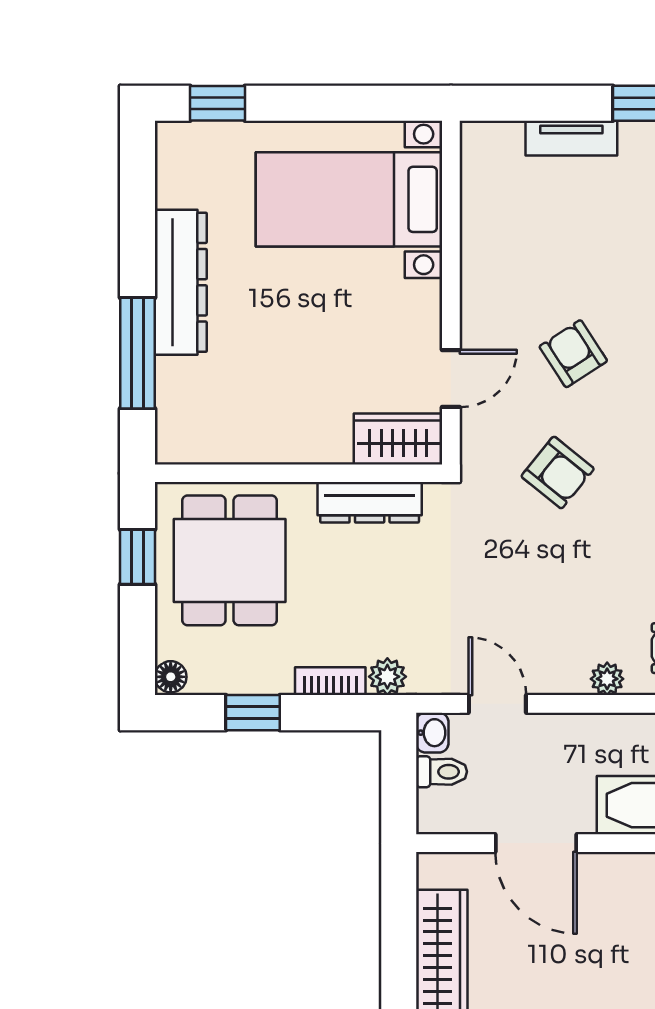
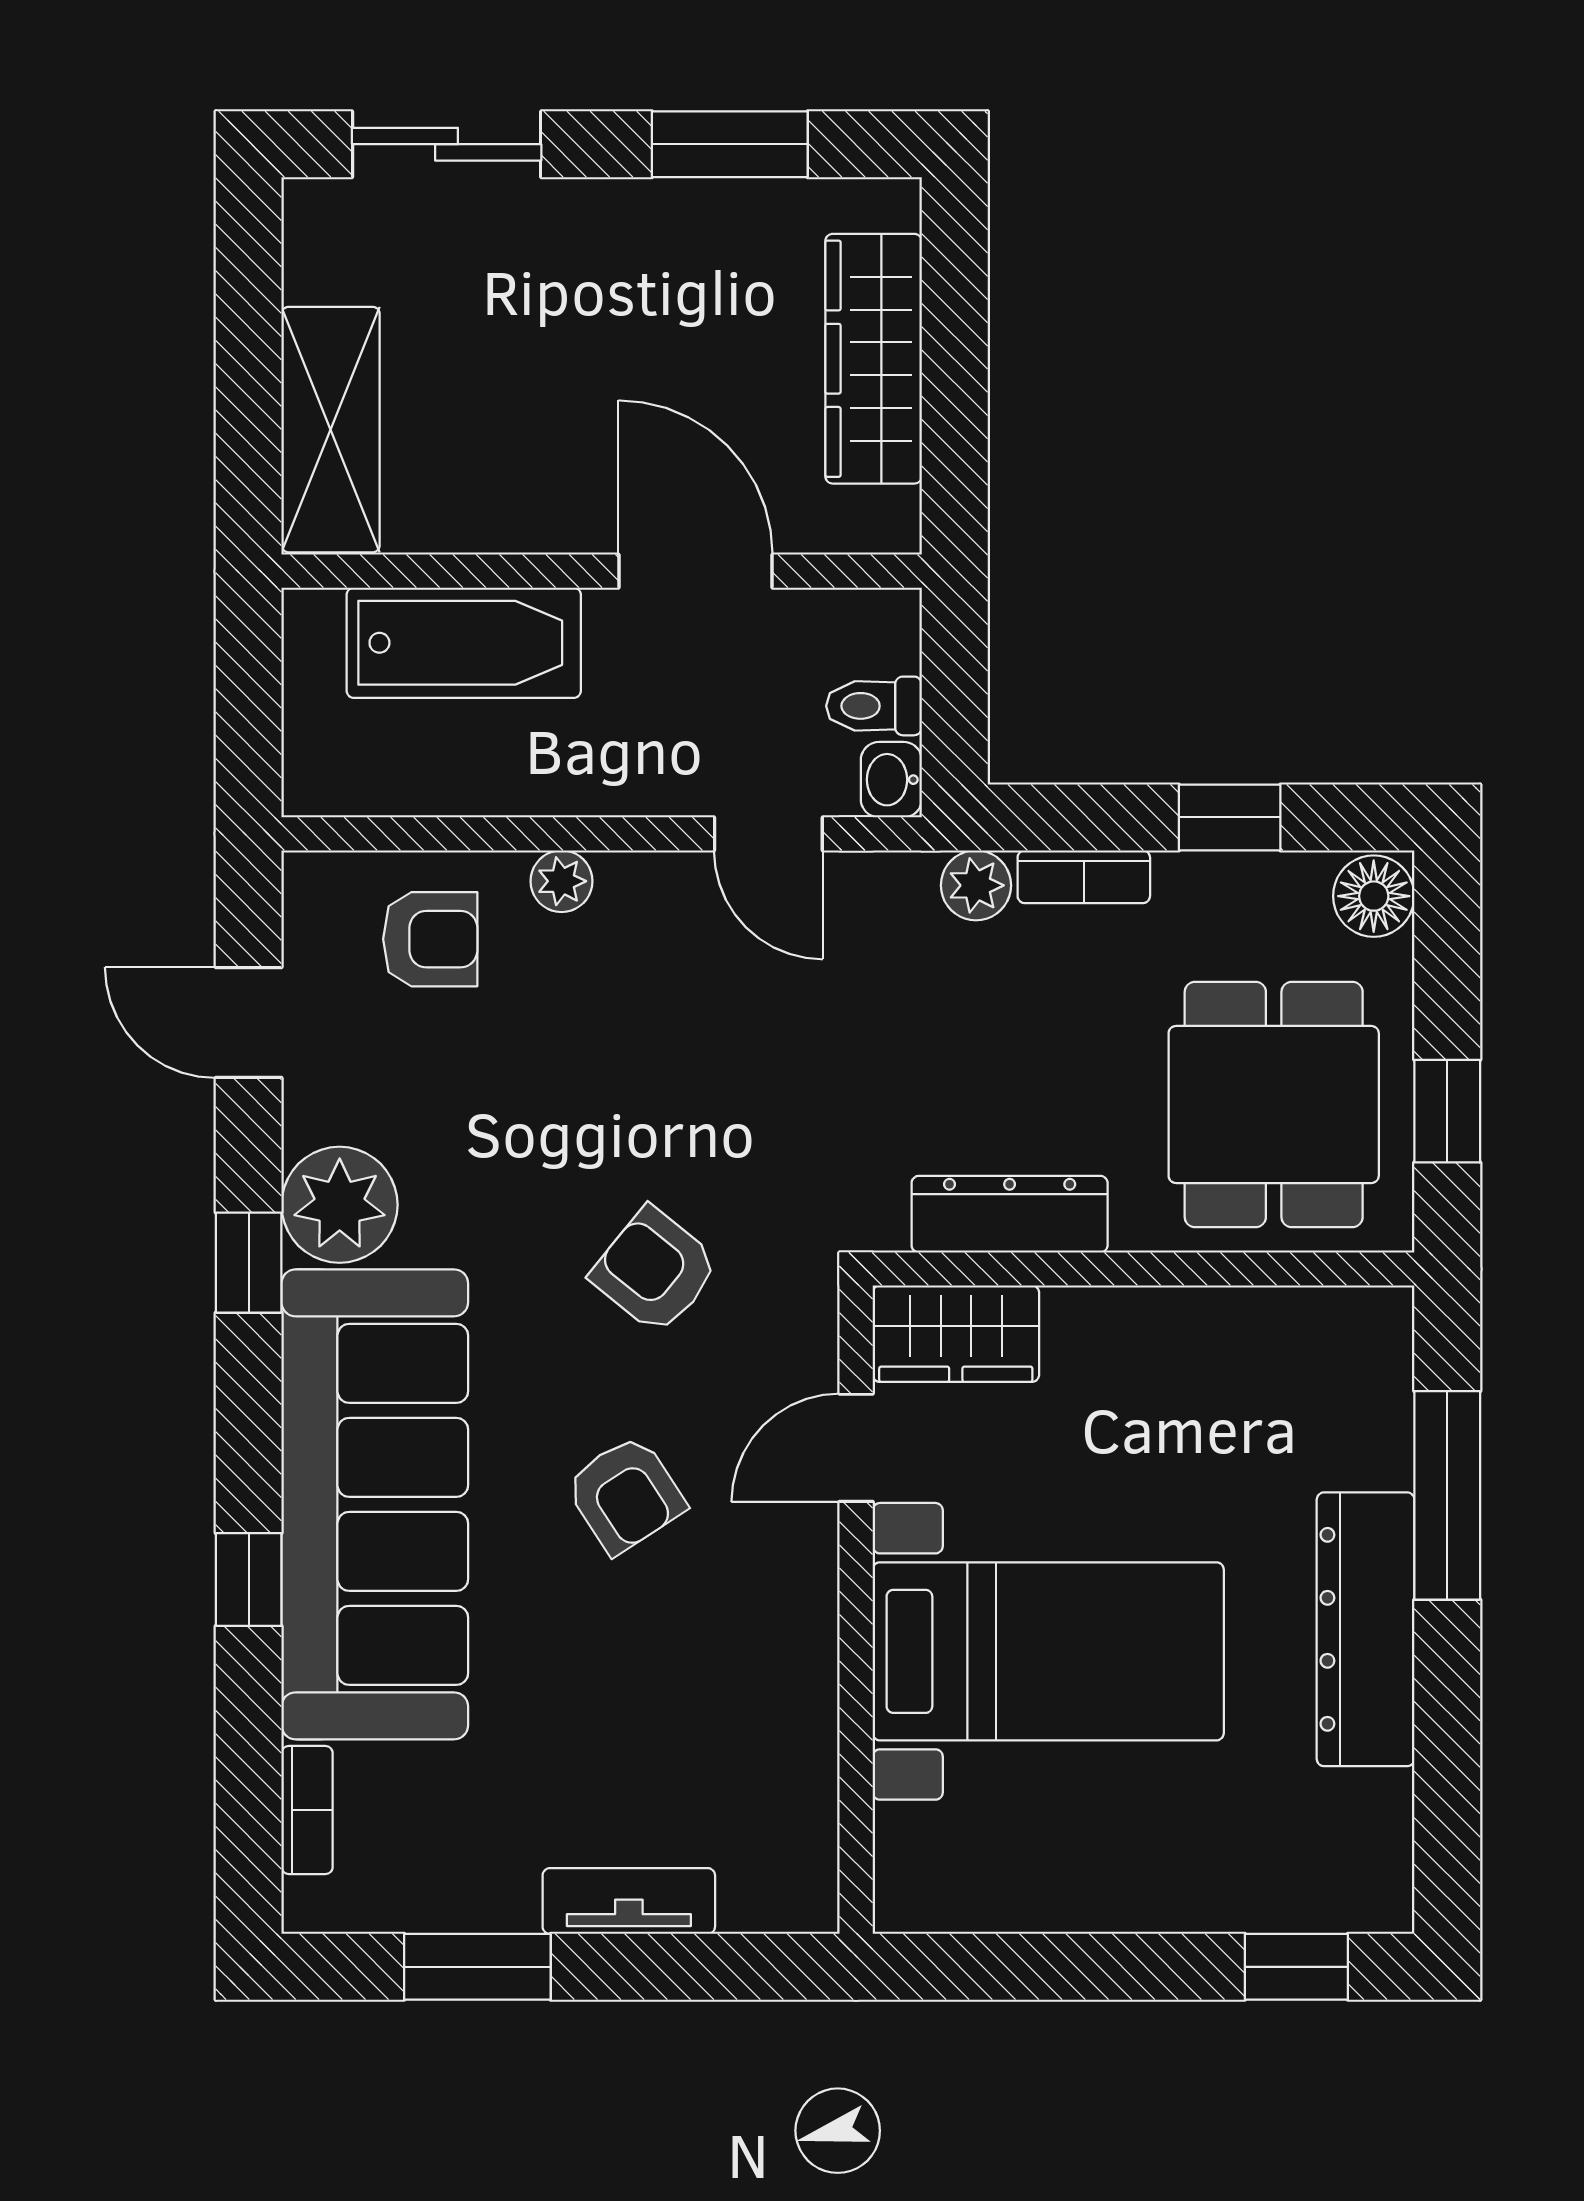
bed with nightstands: (349, 199) -> (1048, 1651), moved
floor lamp: (171, 677) -> (1374, 896), width x1.37, depth x1.37

